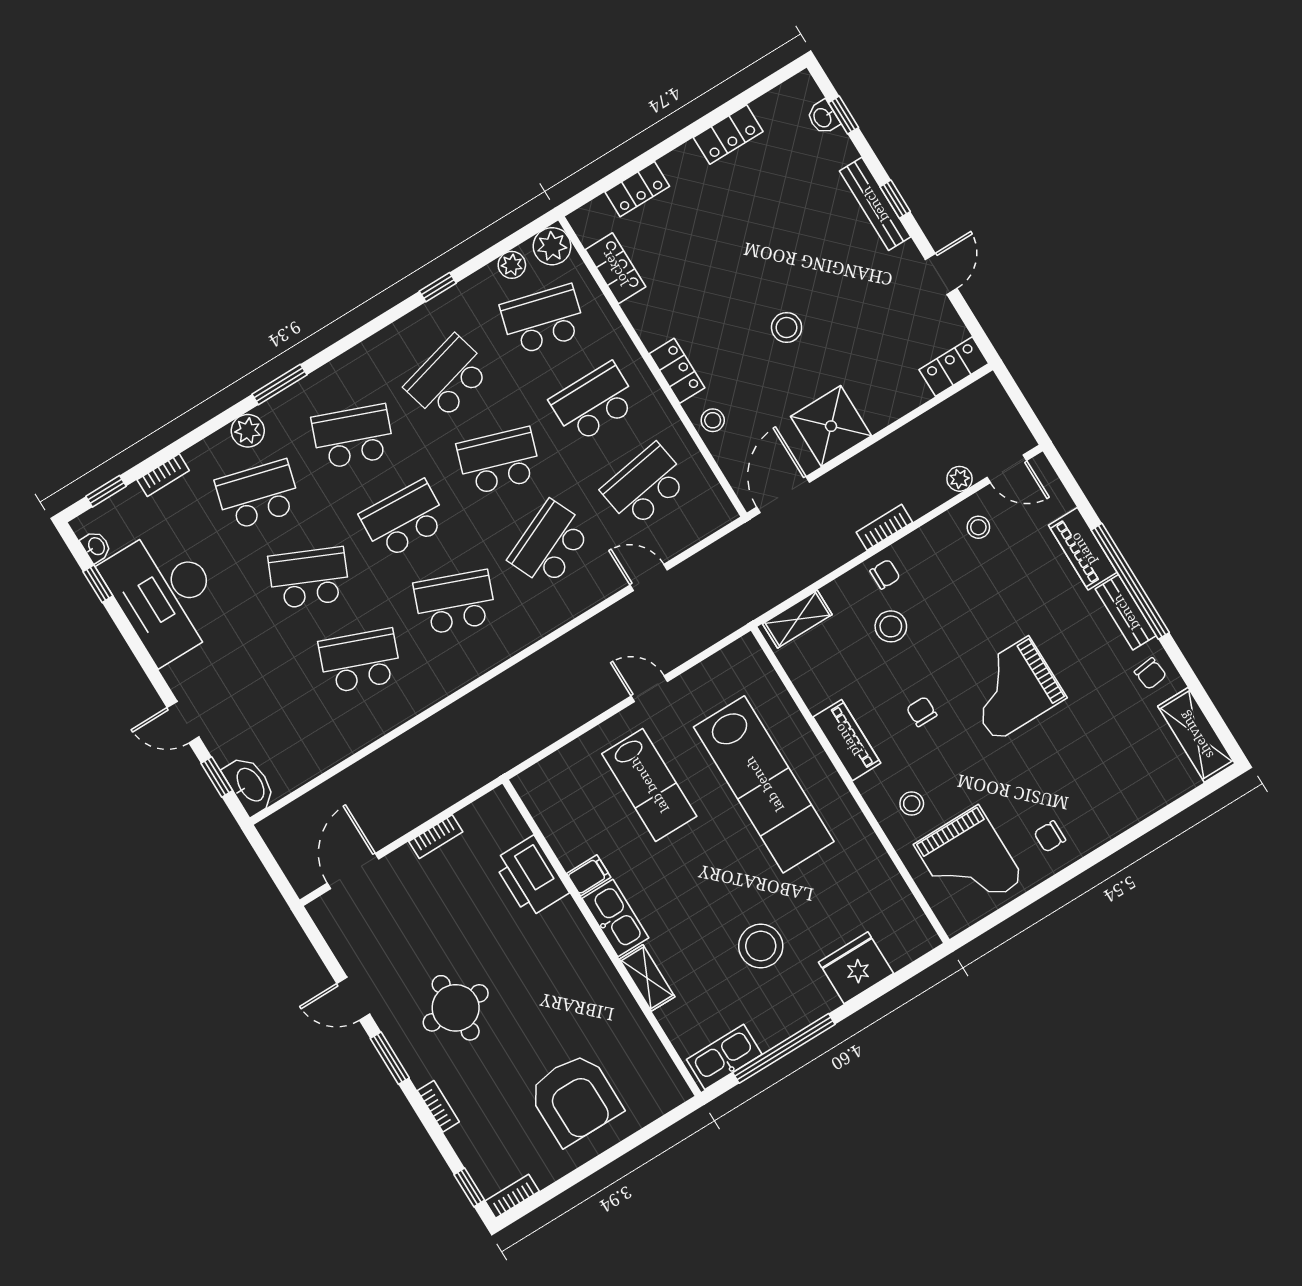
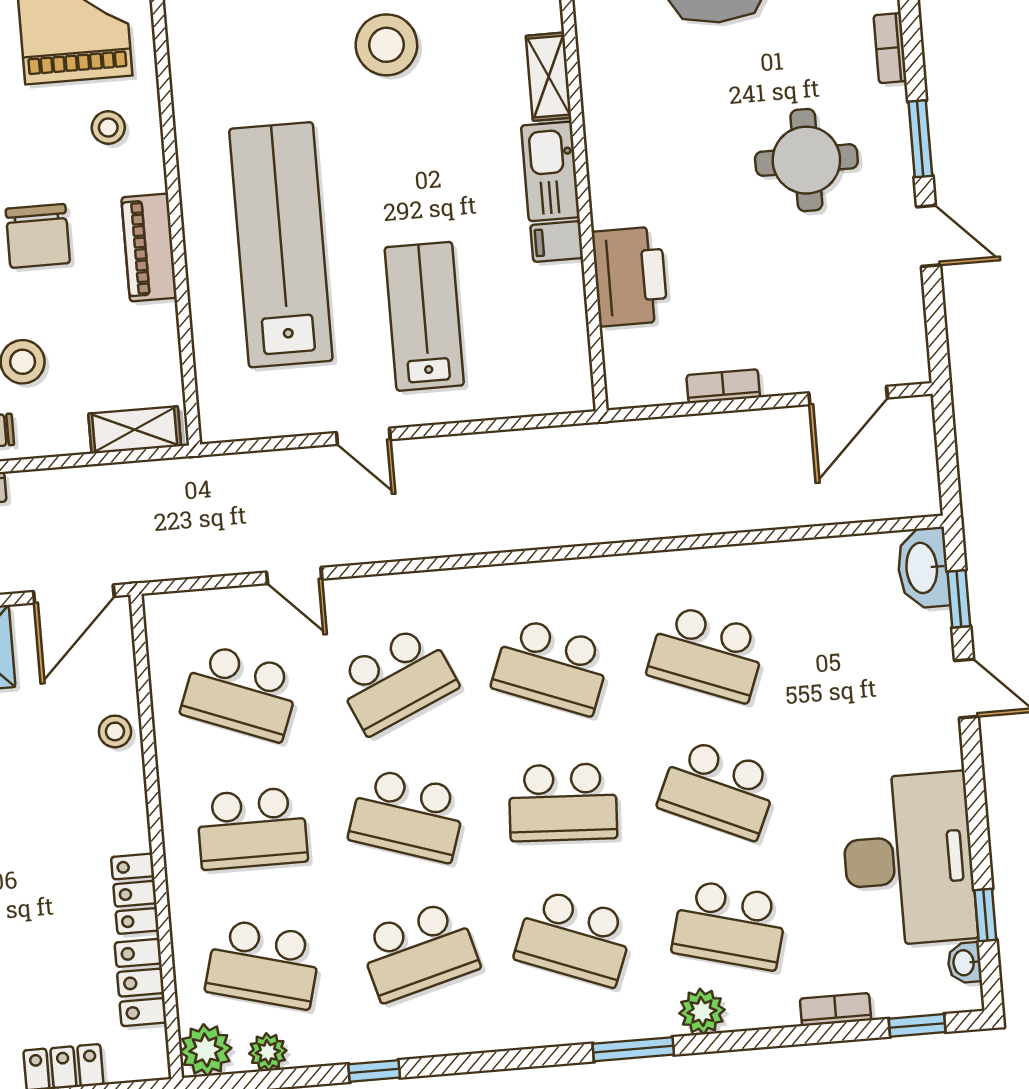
locker: (677, 371) -> (135, 894), moved
school desk: (645, 485) -> (241, 693), turned 30
chair: (922, 712) -> (38, 236), width x1.87, depth x1.87

